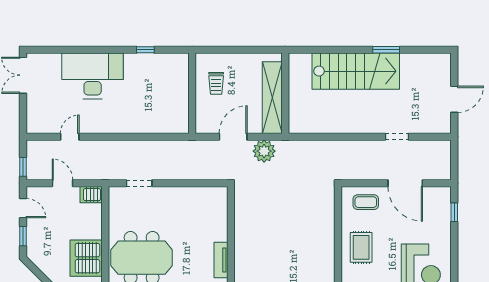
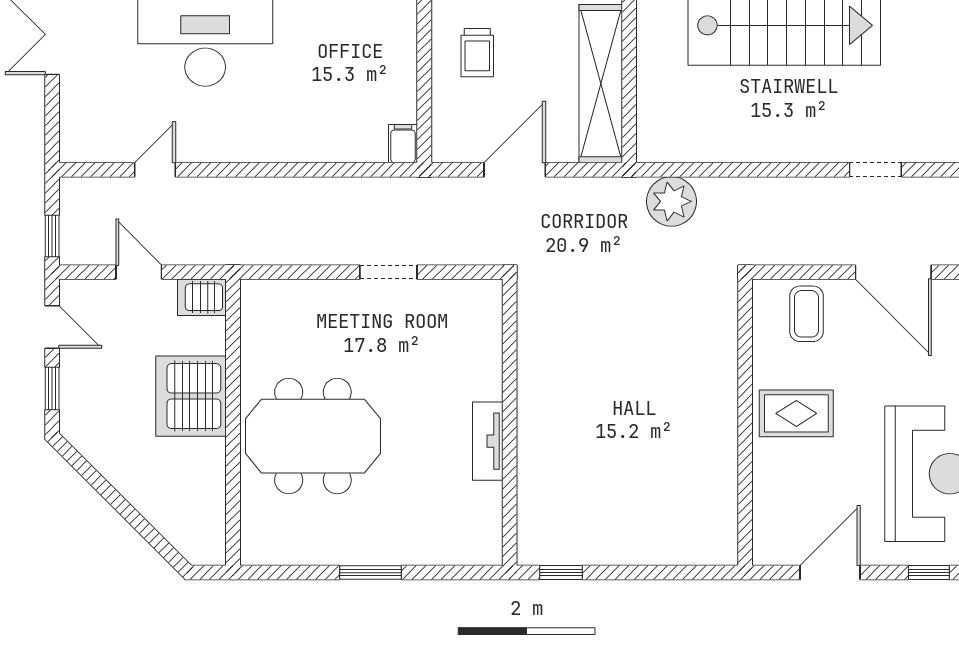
filing cabinet: (182, 125) -> (403, 144), added
plant: (264, 151) -> (672, 201), moved
doorway: (139, 183) -> (388, 272), moved
coffee table: (366, 202) -> (807, 314), turned 90
rug: (361, 247) -> (796, 413), turned 90
server rack: (86, 258) -> (191, 396), moved

